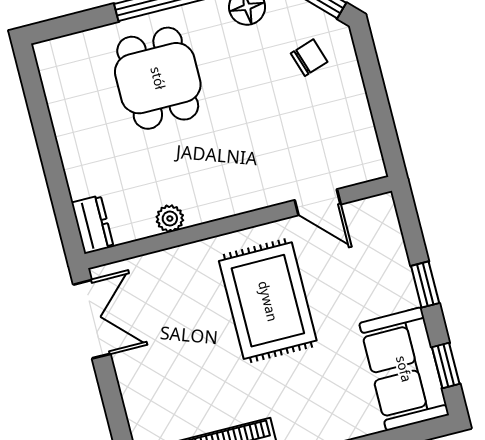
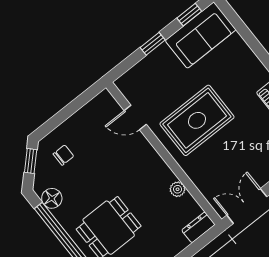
chair: (309, 58) -> (63, 155), turned 108
door: (318, 202) -> (135, 118), swing flipped

